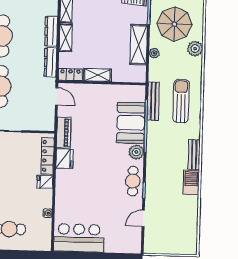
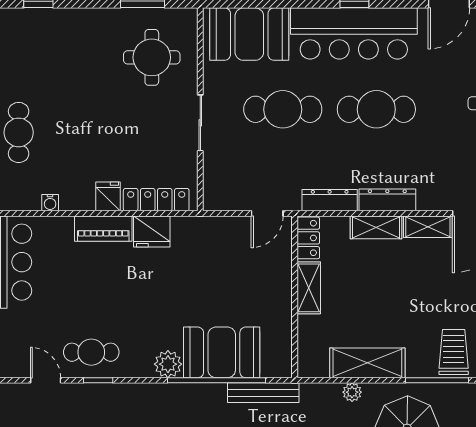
piano: (64, 132) -> (103, 229), moved
cafe table: (133, 181) -> (91, 352), moved

